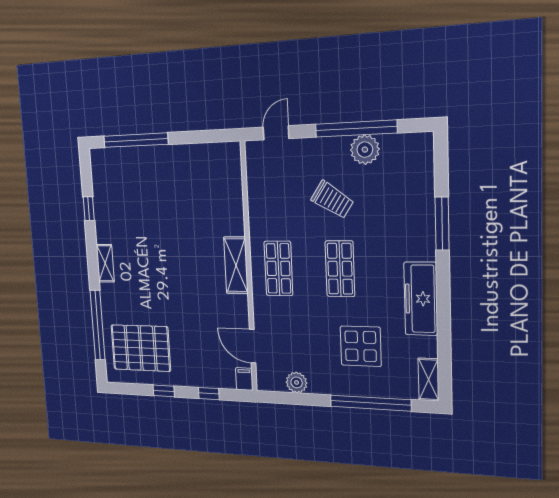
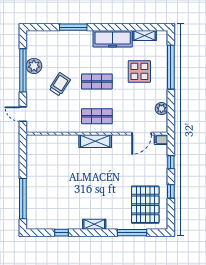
window: (98, 325) -> (132, 233), width x0.68
shelving: (428, 379) -> (145, 36), moved

